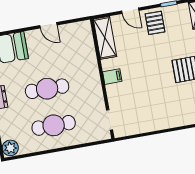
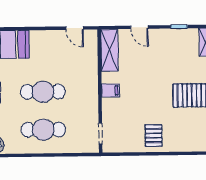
pallet: (155, 23) -> (154, 135), moved
door: (48, 25) -> (75, 28), moved

